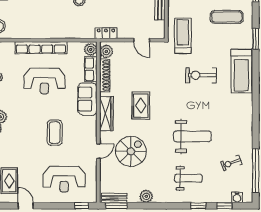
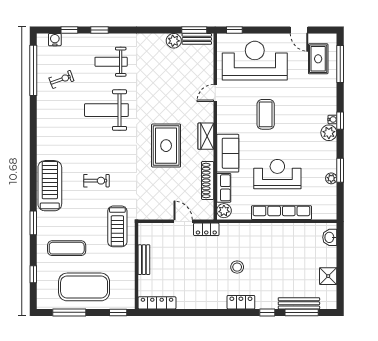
door: (142, 40) -> (183, 221), moved
plant: (106, 51) -> (206, 208), removed
exercise bike: (201, 75) -> (96, 181), width x0.73, depth x0.72
rug: (141, 106) -> (166, 146), width x1.36, depth x1.43
wardrobe: (106, 114) -> (206, 136), width x0.67
spiral stairs: (131, 151) -> (177, 93), removed
reception desk: (64, 179) -> (255, 61), width x1.36, depth x1.30
plant: (146, 196) -> (174, 41), moved

